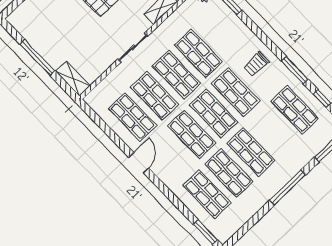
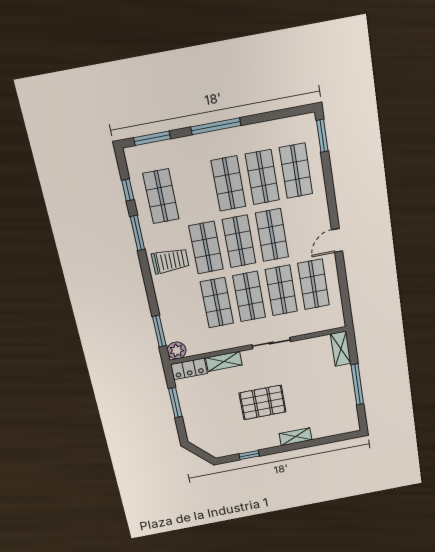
trolley: (256, 64) -> (170, 261), width x1.36, depth x1.39

